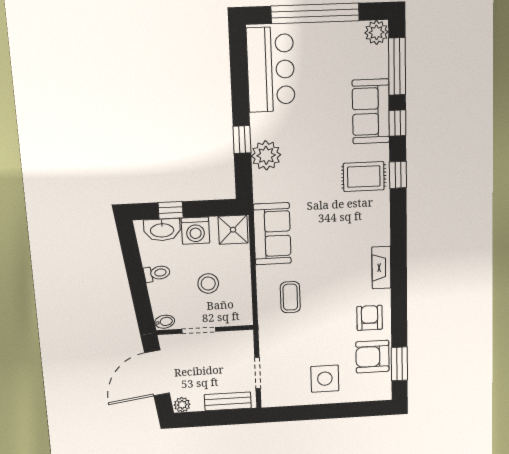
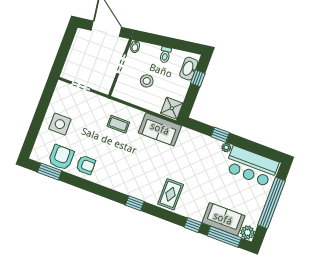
sofa: (371, 111) -> (223, 219), moved
plant: (266, 155) -> (226, 147), moved, width x0.53, depth x0.53
window: (398, 175) -> (135, 203), moved
washing machine: (195, 231) -> (180, 87), removed
fireplace: (381, 268) -> (113, 184), removed
bench: (228, 401) -> (71, 62), removed
plant: (182, 405) -> (81, 34), removed

